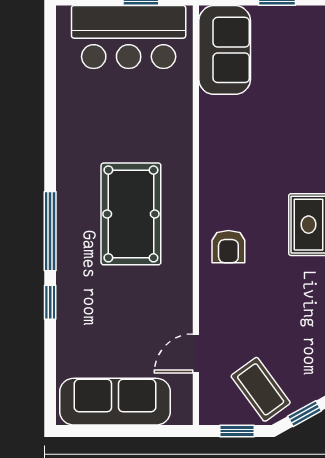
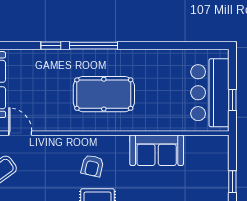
sofa: (225, 50) -> (157, 150), moved
armchair: (228, 247) -> (92, 166), moved, turned -77

